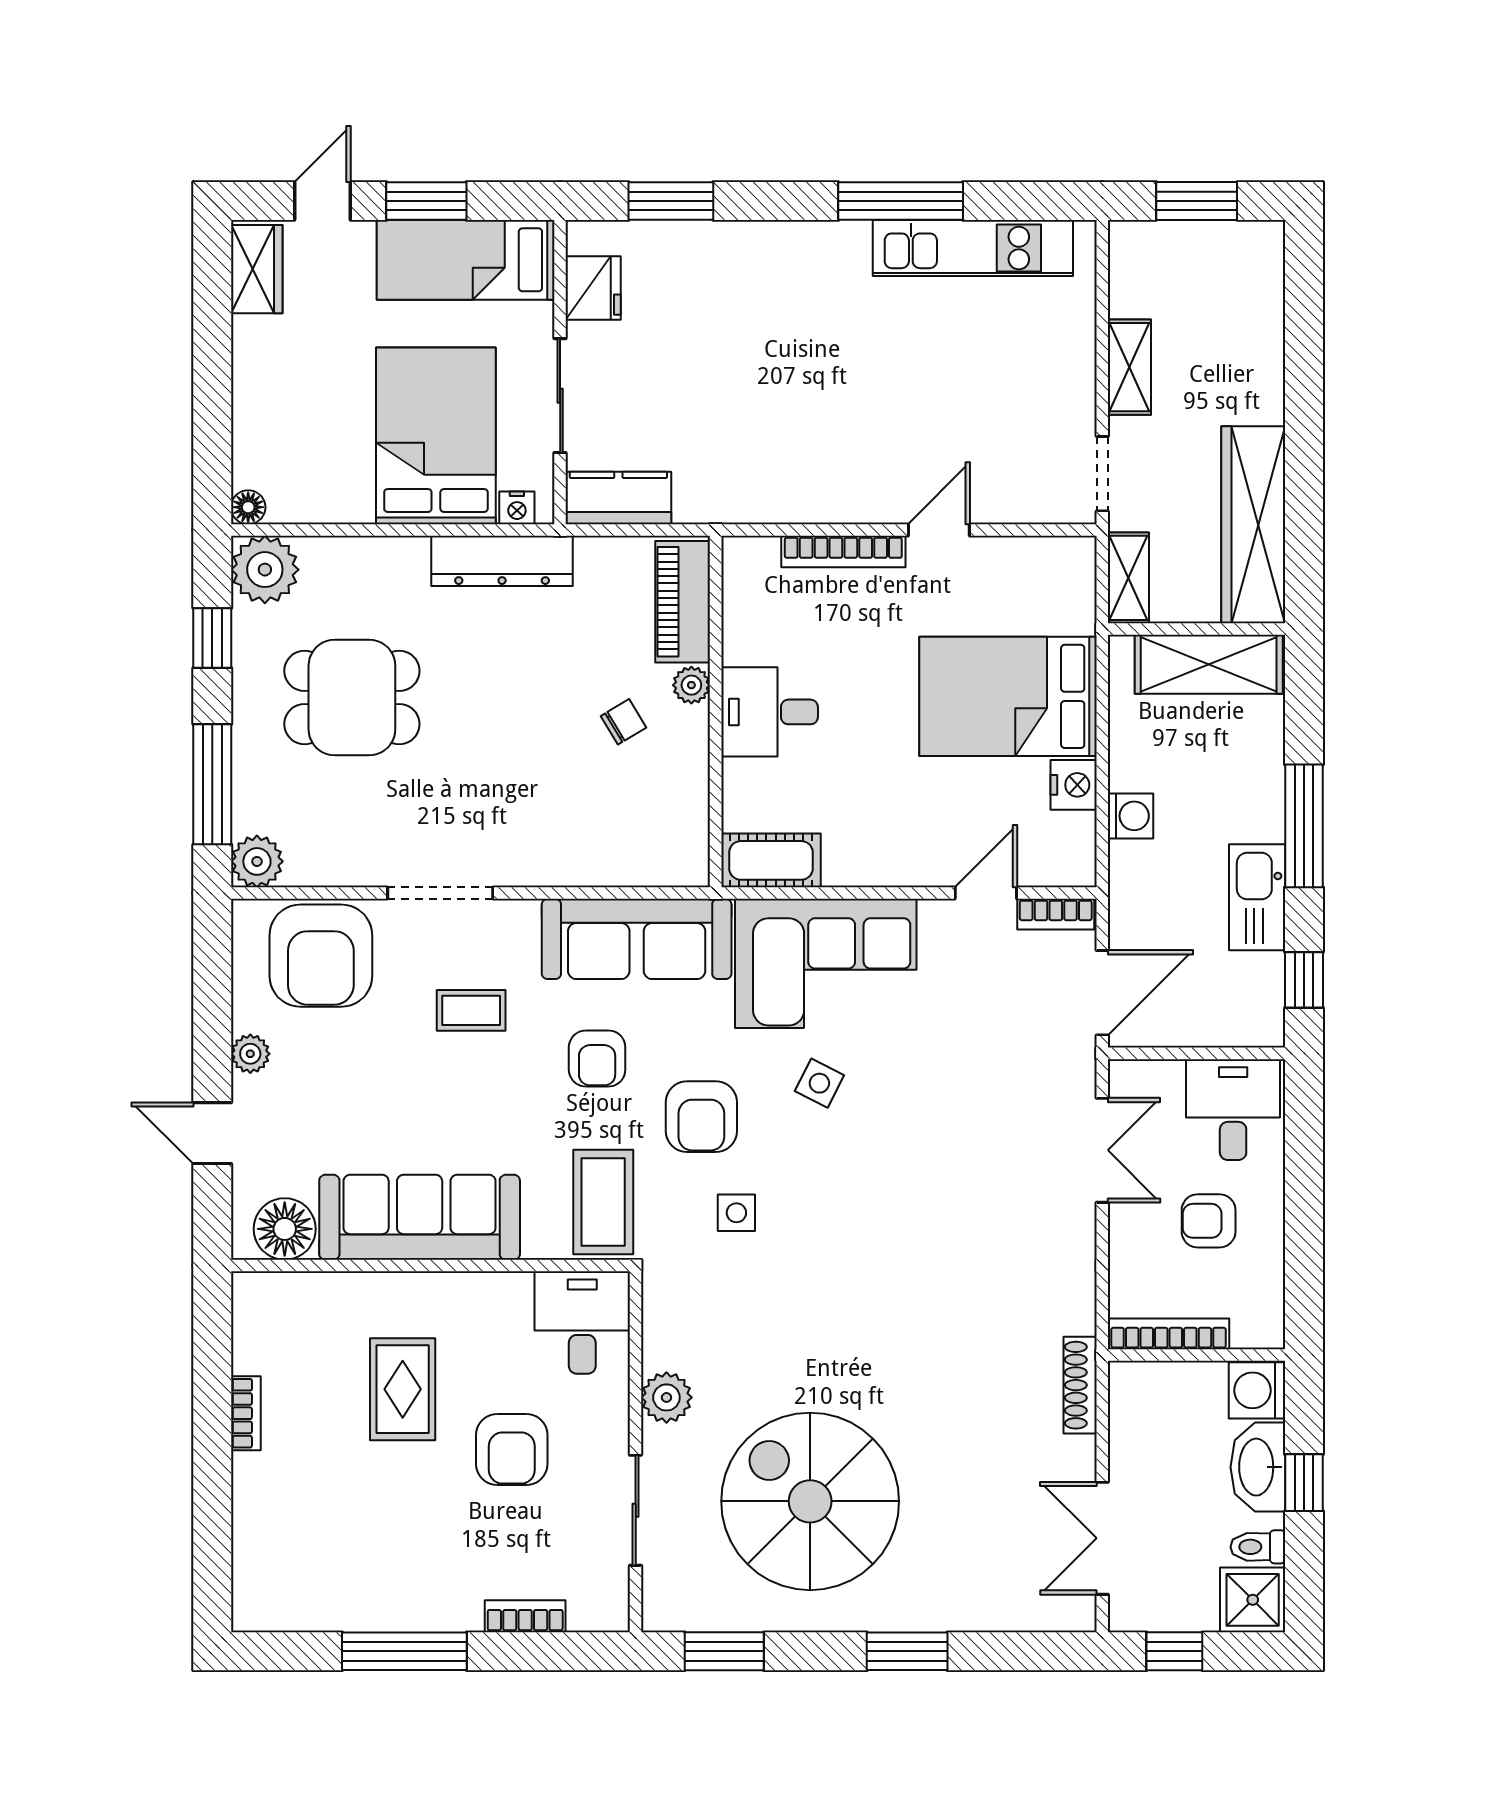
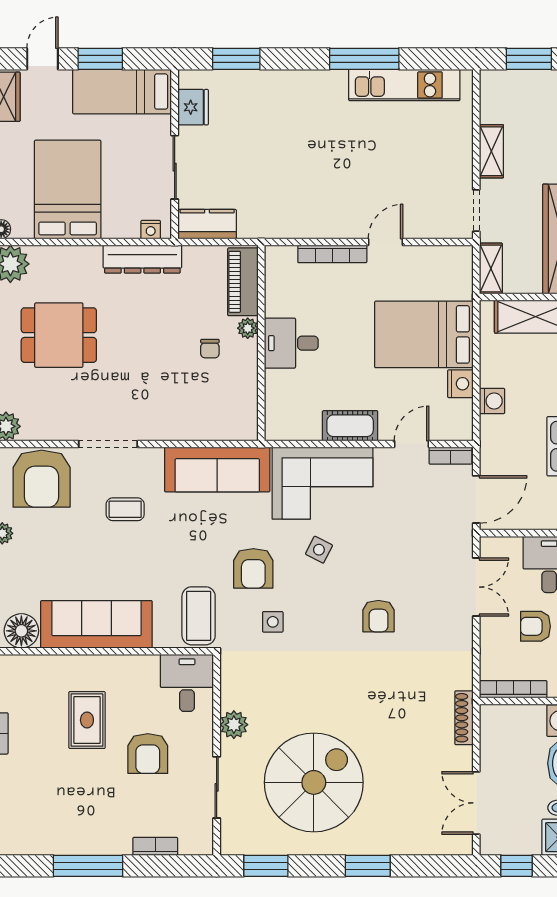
bed: (436, 436) -> (68, 189), moved
chair: (623, 722) -> (210, 349), turned 121
cot: (771, 860) -> (350, 426), moved
armchair: (597, 1058) -> (378, 616), moved
spiral stairs: (810, 1501) -> (314, 782), turned 90

